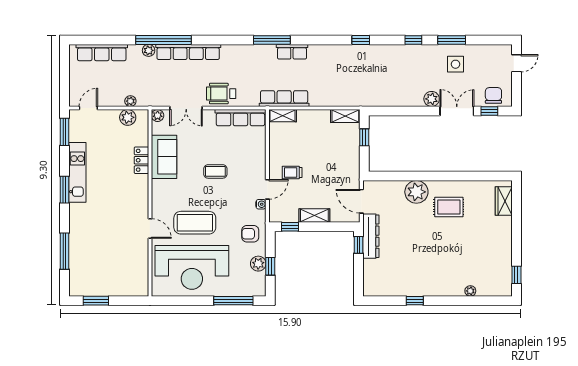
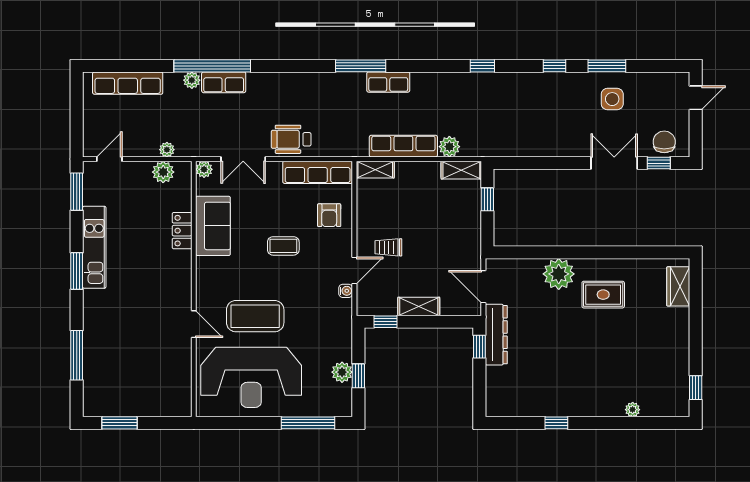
row of seats: (188, 52) -> (224, 82), width x0.50
row of seats: (284, 99) -> (403, 146), moved
plant: (432, 99) -> (449, 147), moved
armchair: (250, 234) -> (329, 215), moved, turned -90

